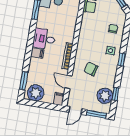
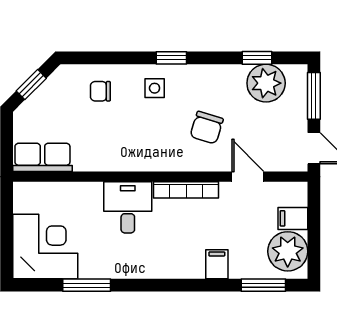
desk: (44, 39) -> (128, 207), moved, turned 180
filing cabinet: (37, 53) -> (217, 264), moved
door: (68, 82) -> (248, 177), swing flipped
filing cabinet: (59, 99) -> (293, 218), moved

